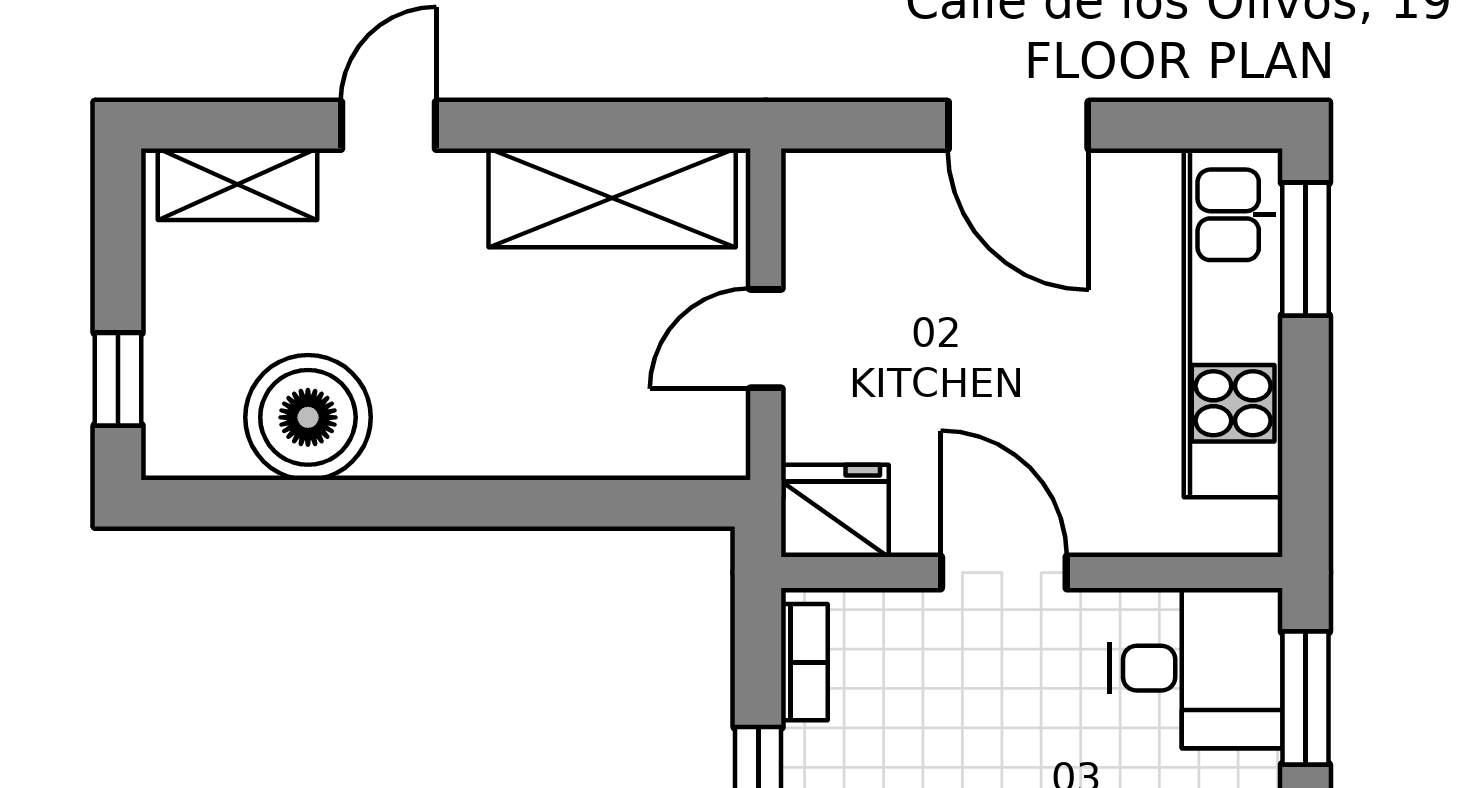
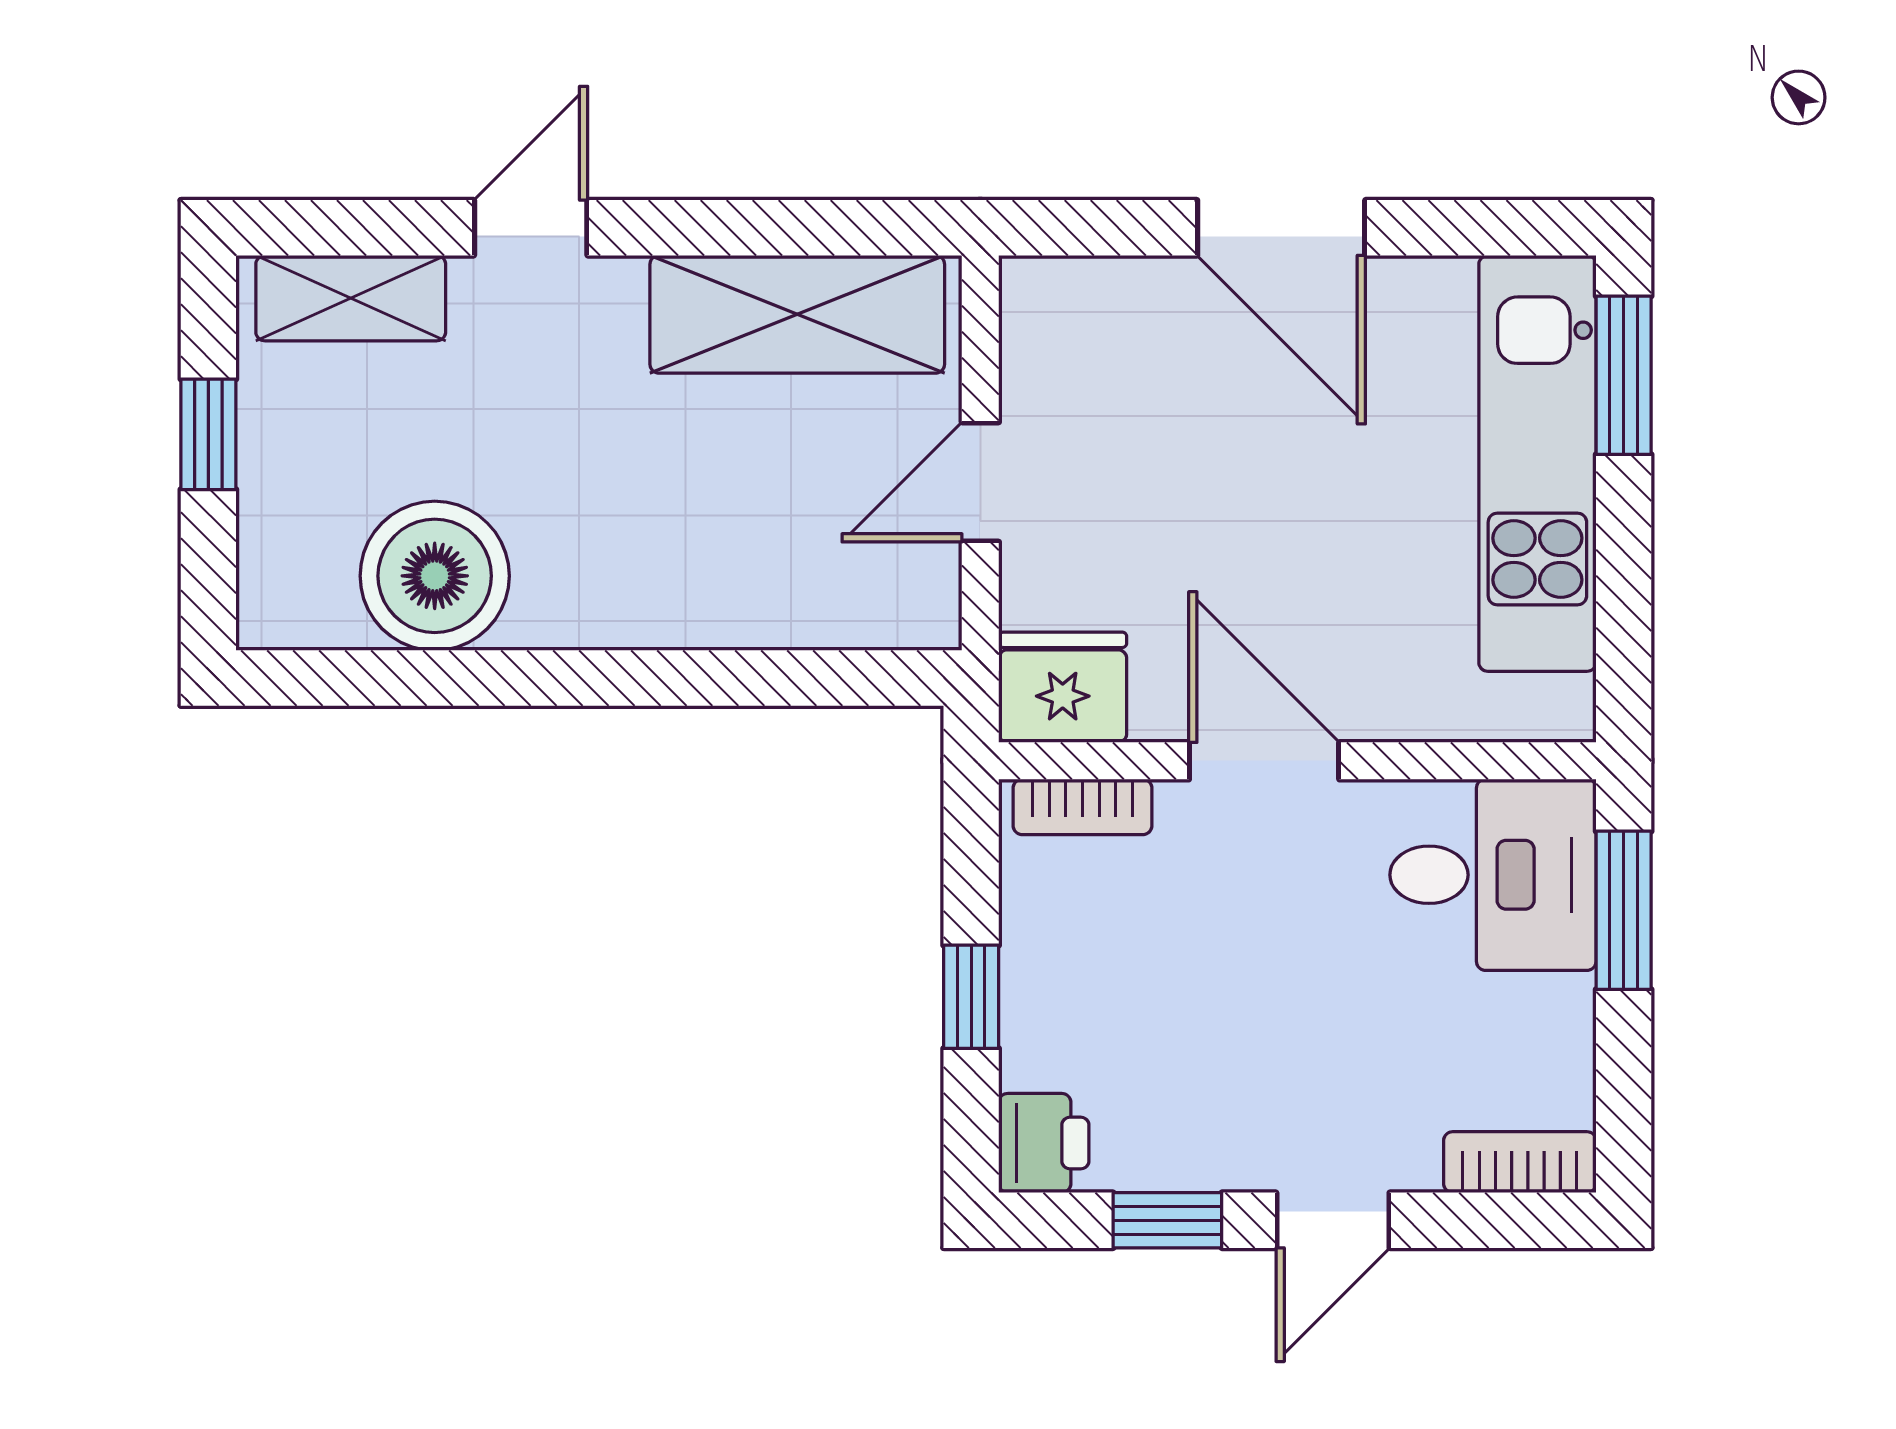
window: (118, 379) -> (208, 434), moved
bookcase: (804, 662) -> (1083, 807), moved, turned 90

